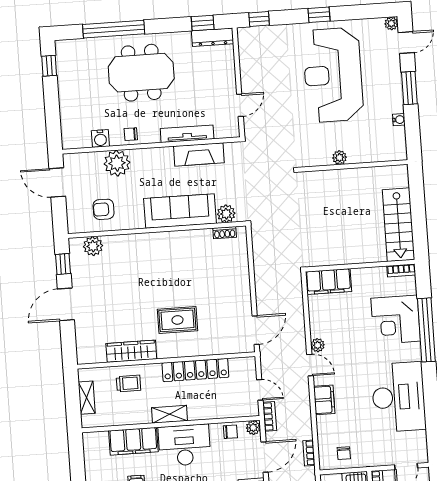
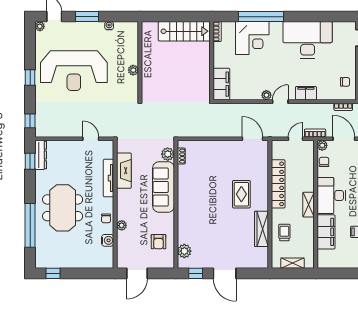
plant: (117, 163) -> (122, 225), width x0.53, depth x0.53

